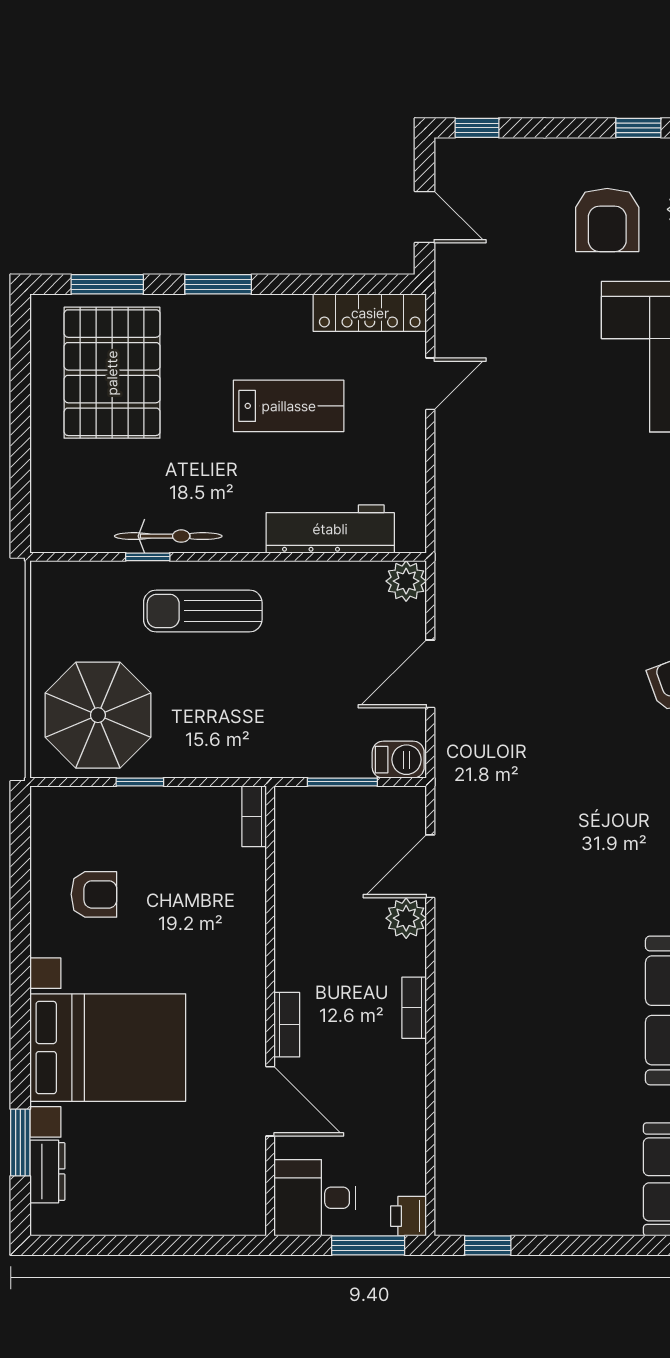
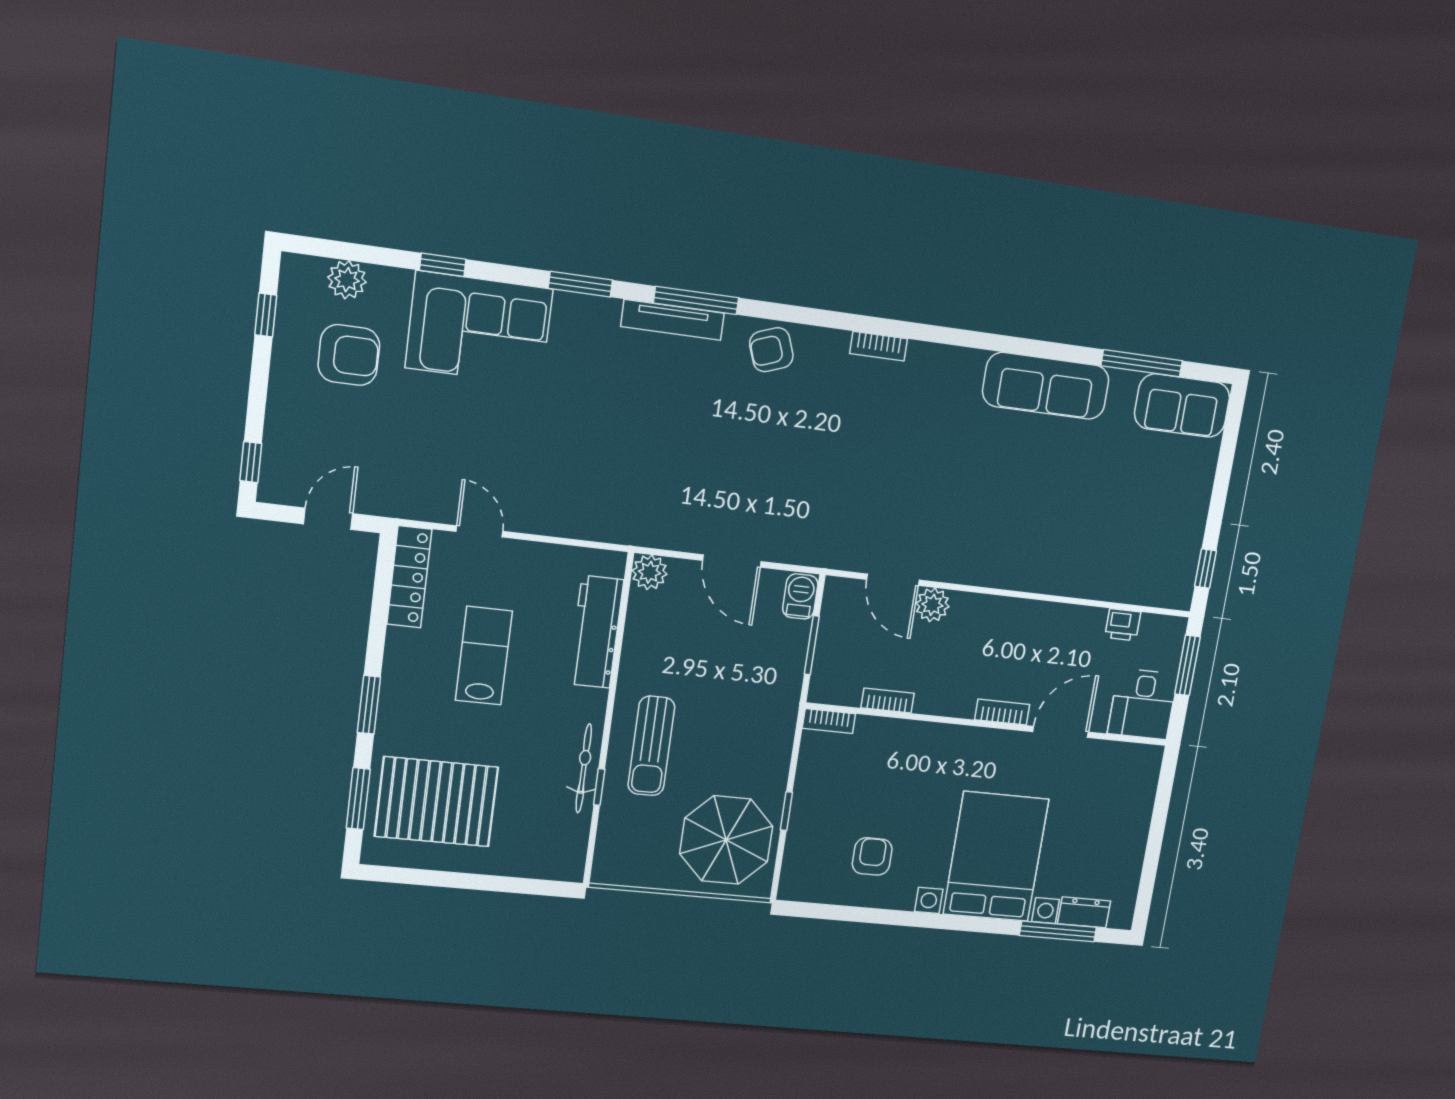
bookcase: (414, 1008) -> (888, 701), moved, turned 180
window: (20, 1143) -> (1058, 931), width x1.44
printer: (409, 1216) -> (1123, 625), moved

